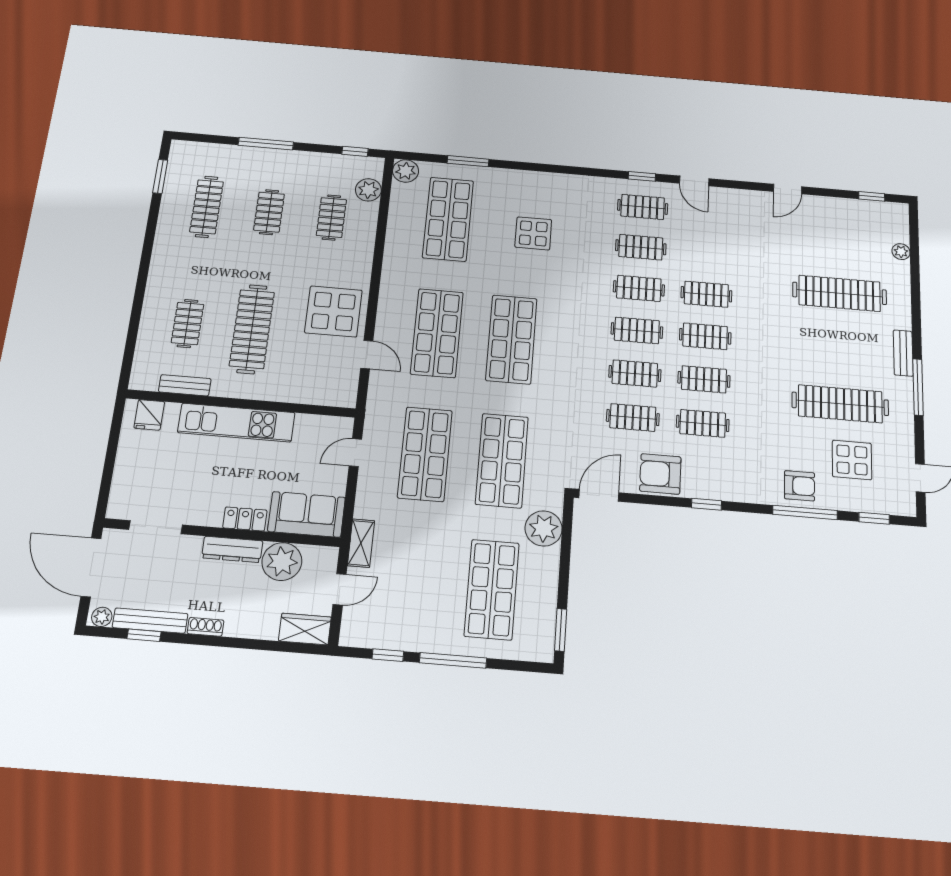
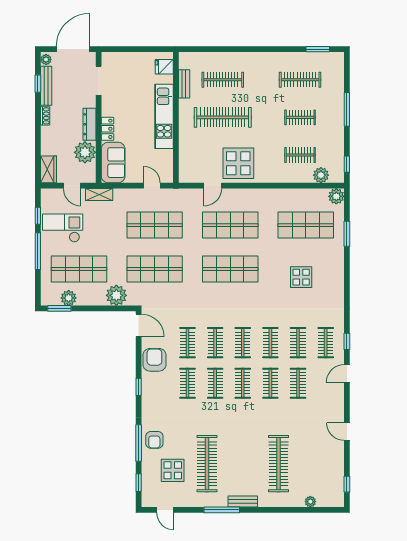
clothes rail: (708, 253) -> (298, 383), added
clothes rail: (188, 323) -> (223, 80), width x1.36
checkout: (415, 612) -> (63, 228), added
plant: (543, 612) -> (69, 298), added

